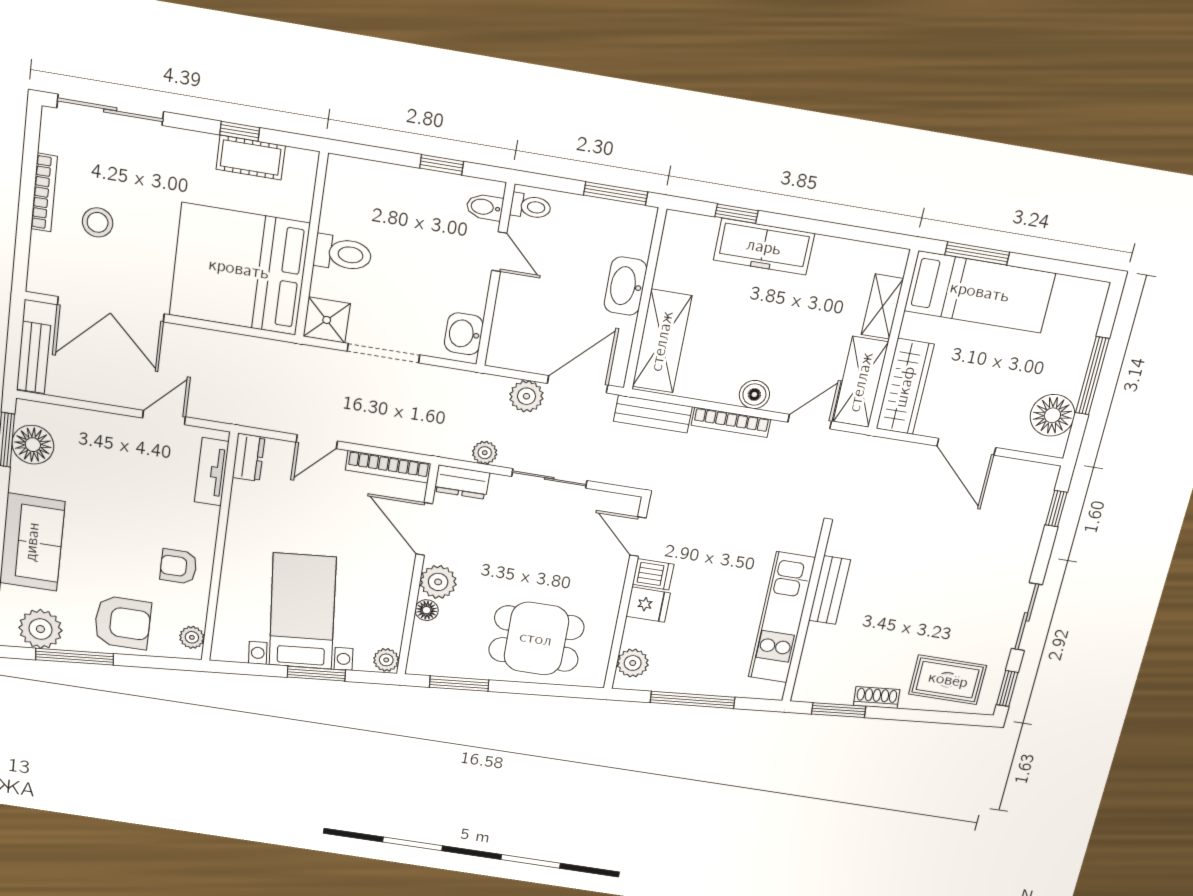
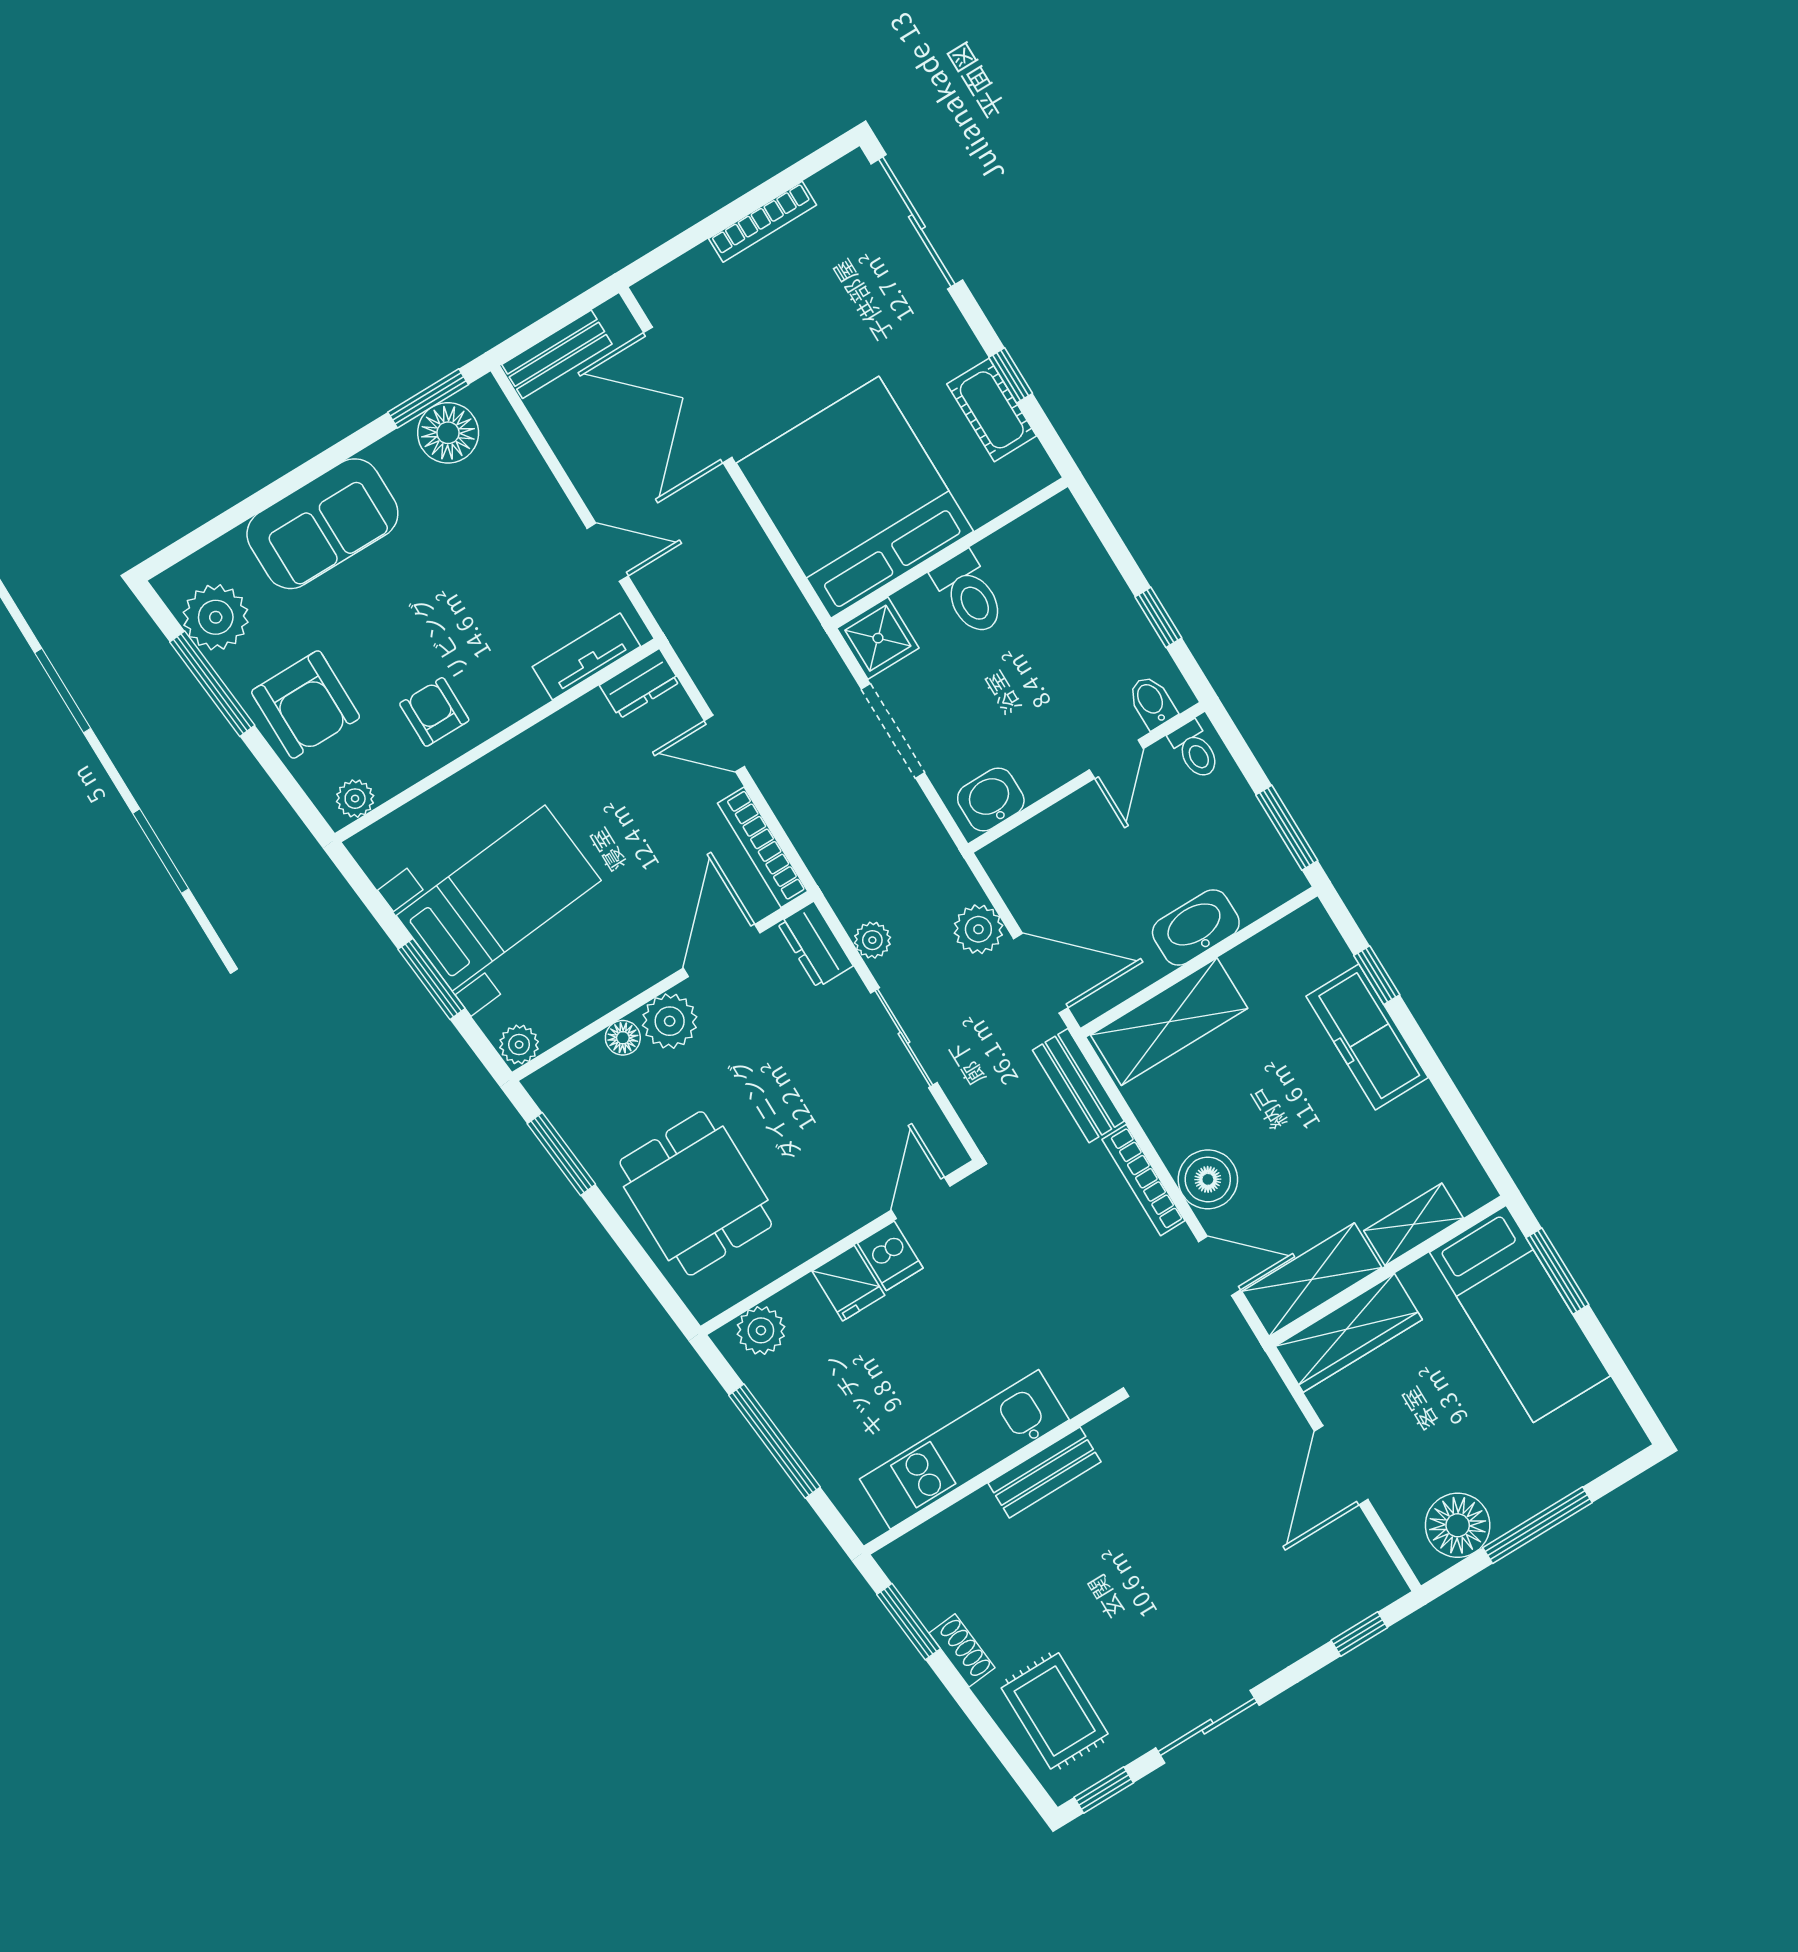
stool: (98, 222) -> (777, 304), removed
boiler: (754, 395) -> (1208, 1179), width x1.36, depth x1.36

